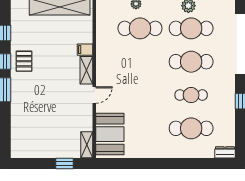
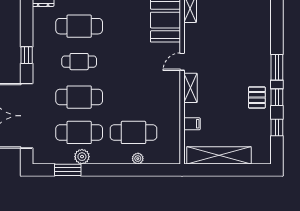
filing cabinet: (85, 50) -> (192, 124), moved

